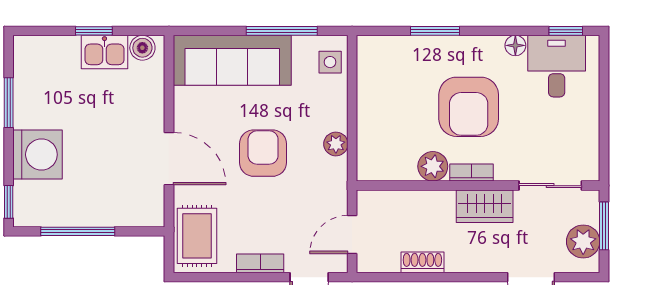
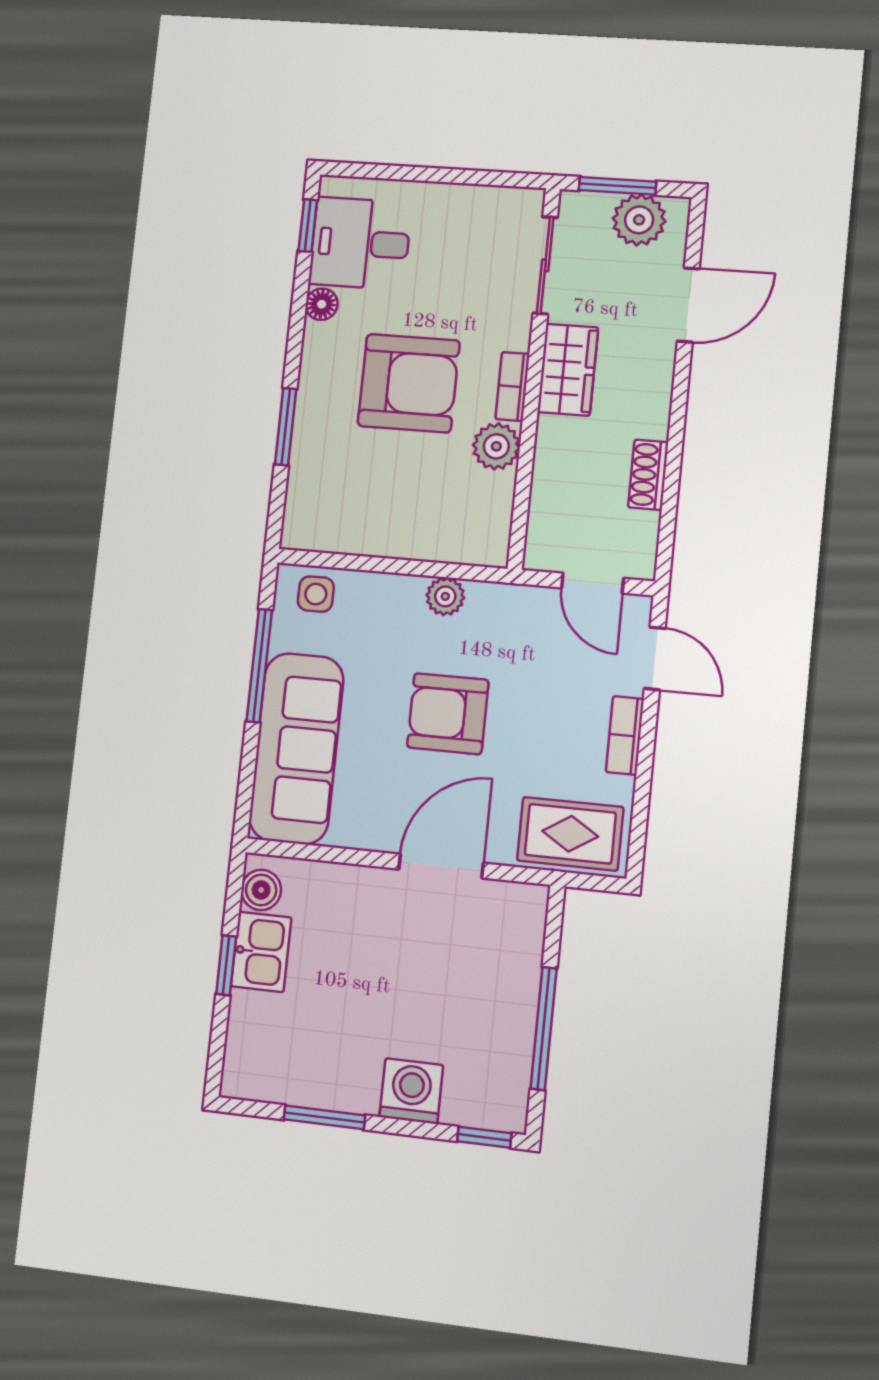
washing machine: (38, 155) -> (411, 1091), width x0.73, depth x0.73

